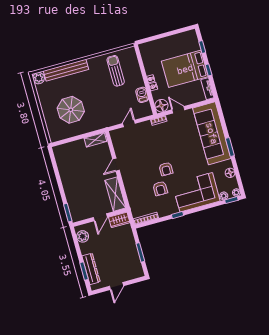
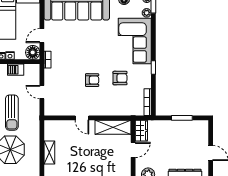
sun lounger: (104, 102) -> (12, 113), added
shelving: (95, 140) -> (49, 152), moved
armchair: (166, 169) -> (92, 80), moved
door: (100, 217) -> (133, 150), hinge flipped

